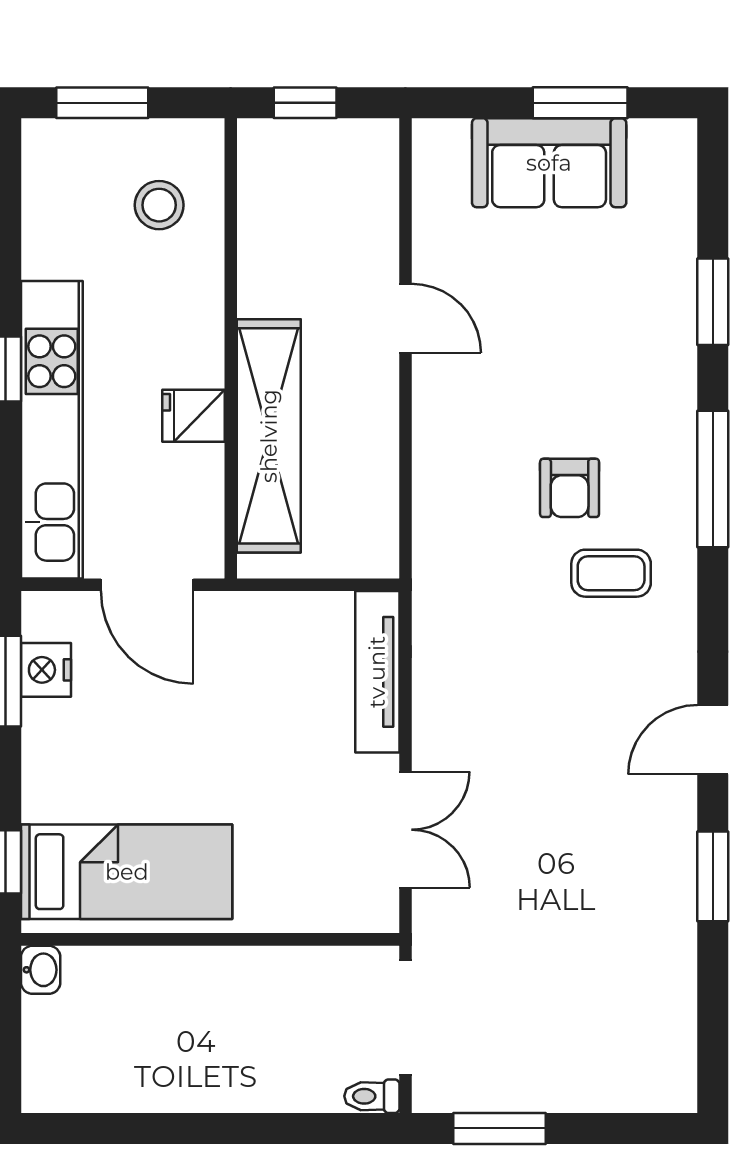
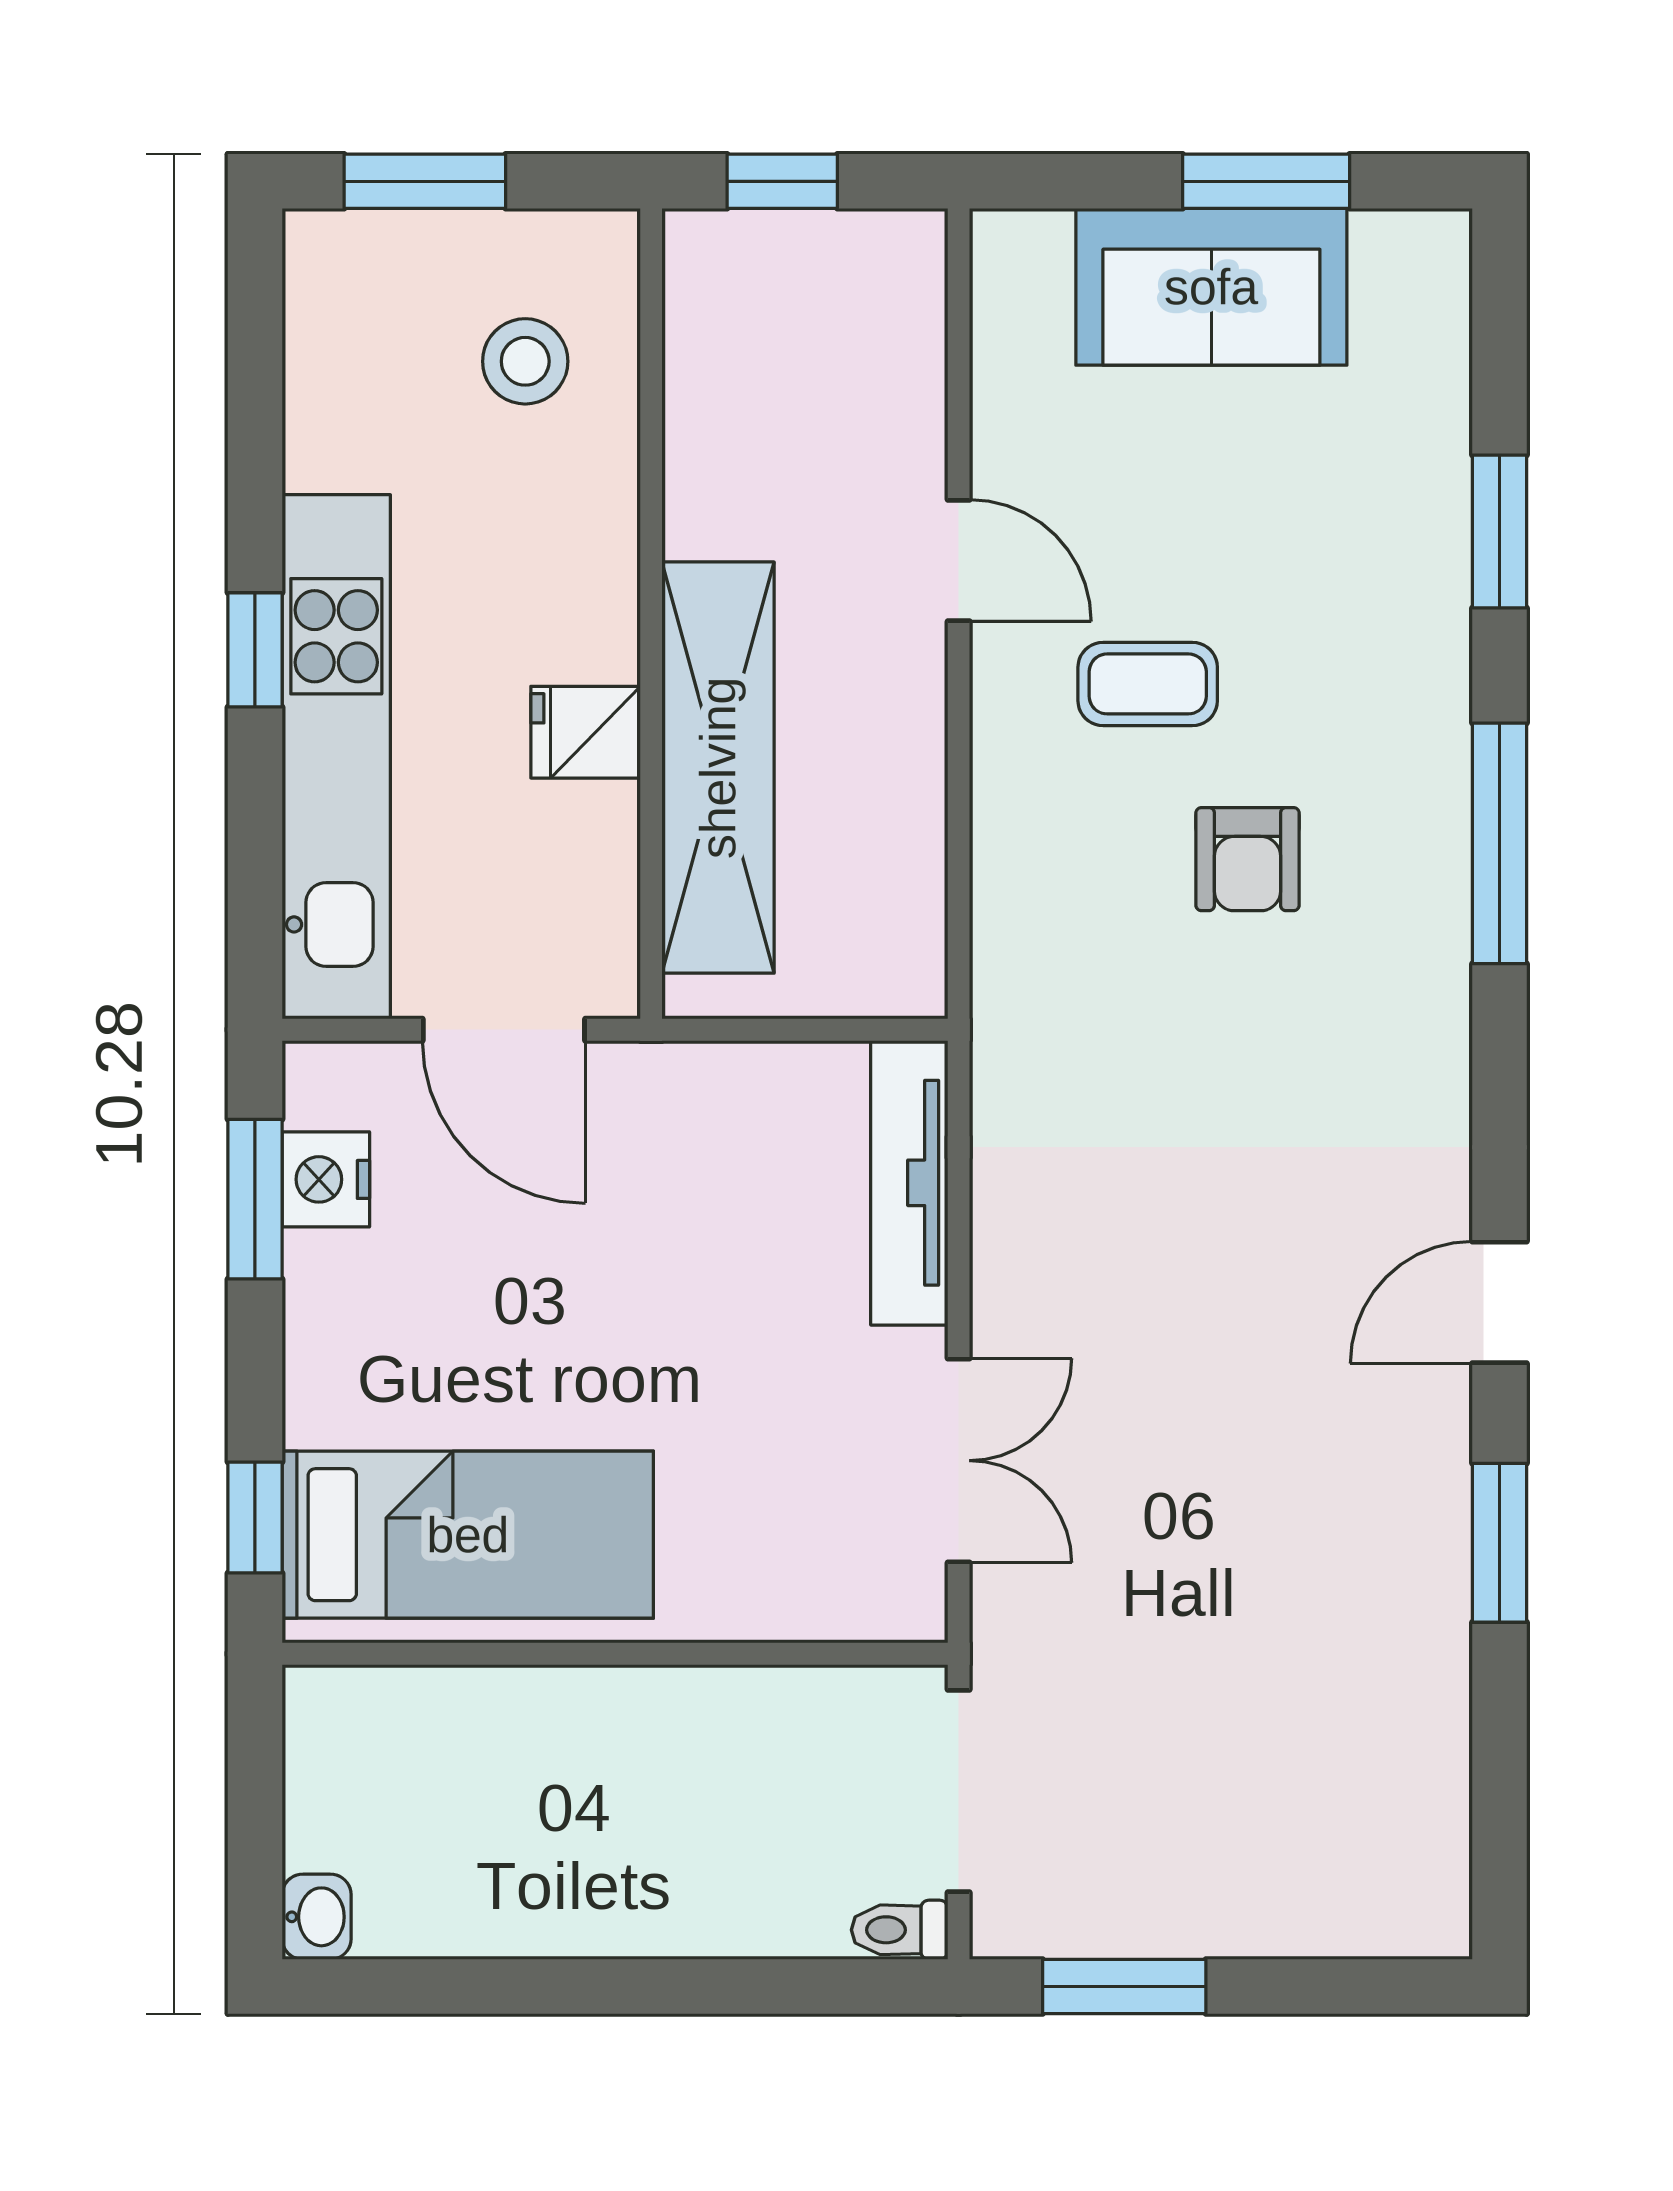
coffee table: (611, 573) -> (1148, 684), moved
washbasin: (41, 970) -> (317, 1917), moved

